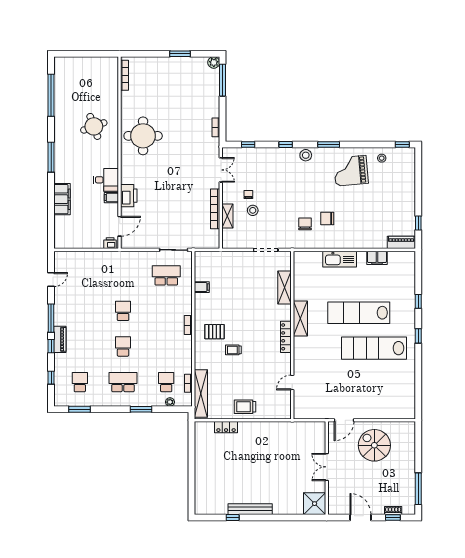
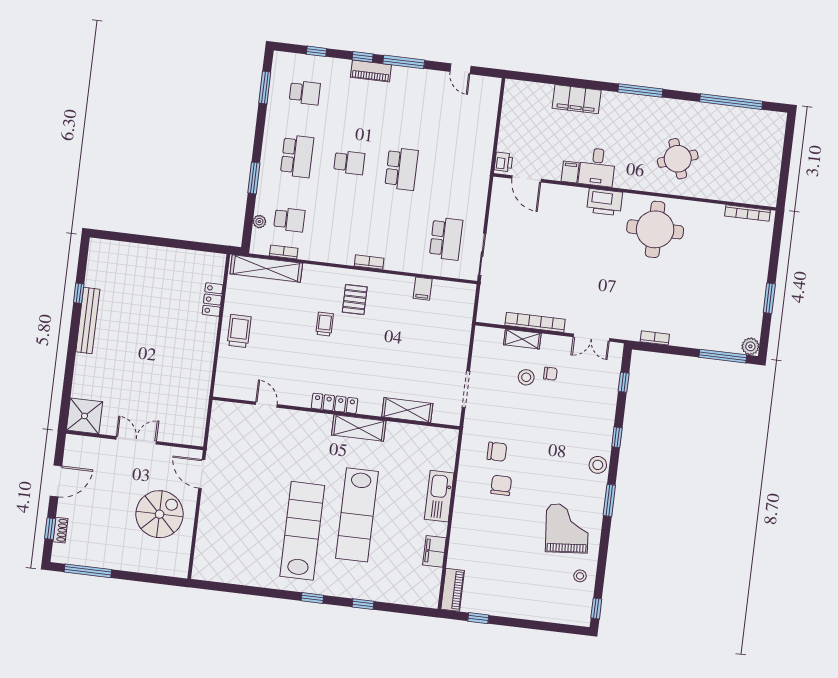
printer: (129, 196) -> (605, 202), moved
school desk: (123, 311) -> (402, 169), width x1.85
lab bench: (359, 313) -> (357, 515), turned 180

